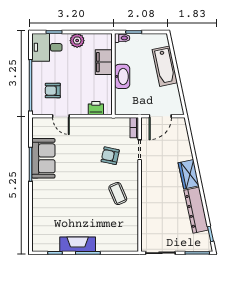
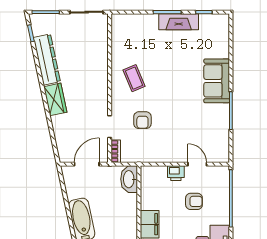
washbasin: (122, 76) -> (129, 179), moved
armchair: (53, 91) -> (194, 201), moved
printer: (96, 108) -> (176, 173), moved
armchair: (110, 156) -> (142, 120), turned 78
sofa: (43, 158) -> (217, 81), moved

